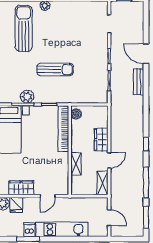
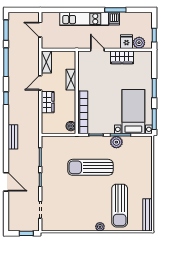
sun lounger: (55, 69) -> (90, 167), width x1.36, depth x1.34
bench: (139, 82) -> (13, 137), moved
door: (48, 196) -> (97, 50), hinge flipped

